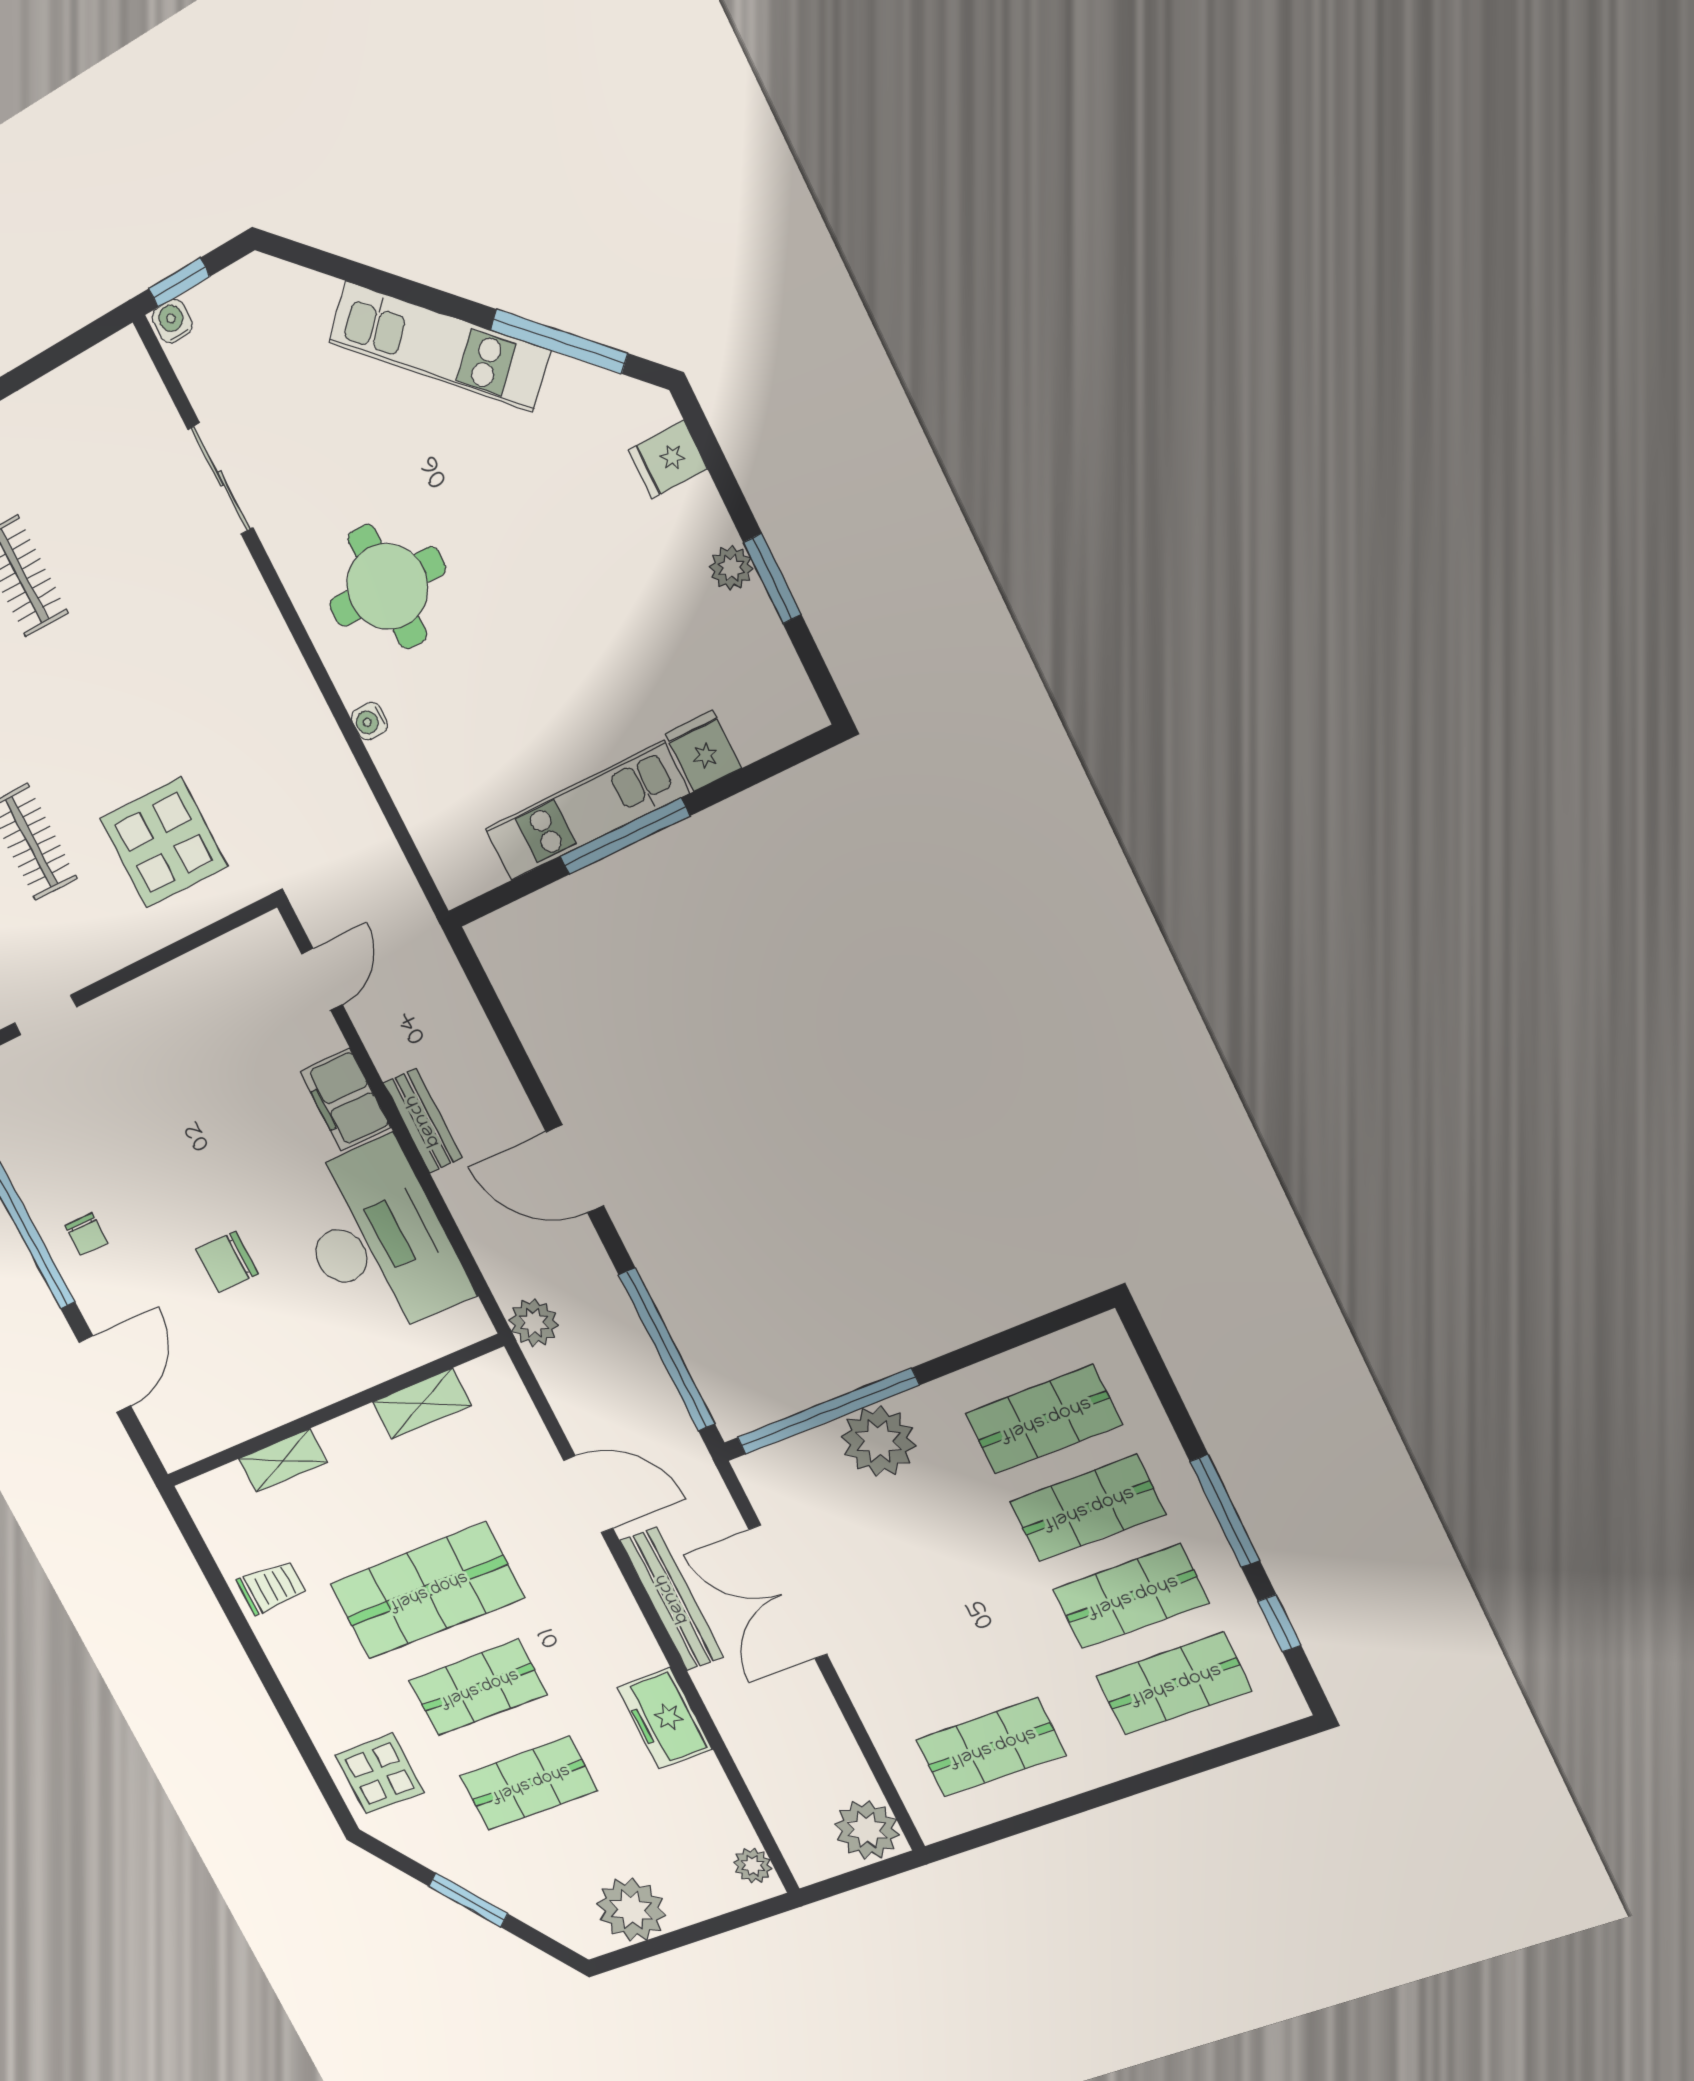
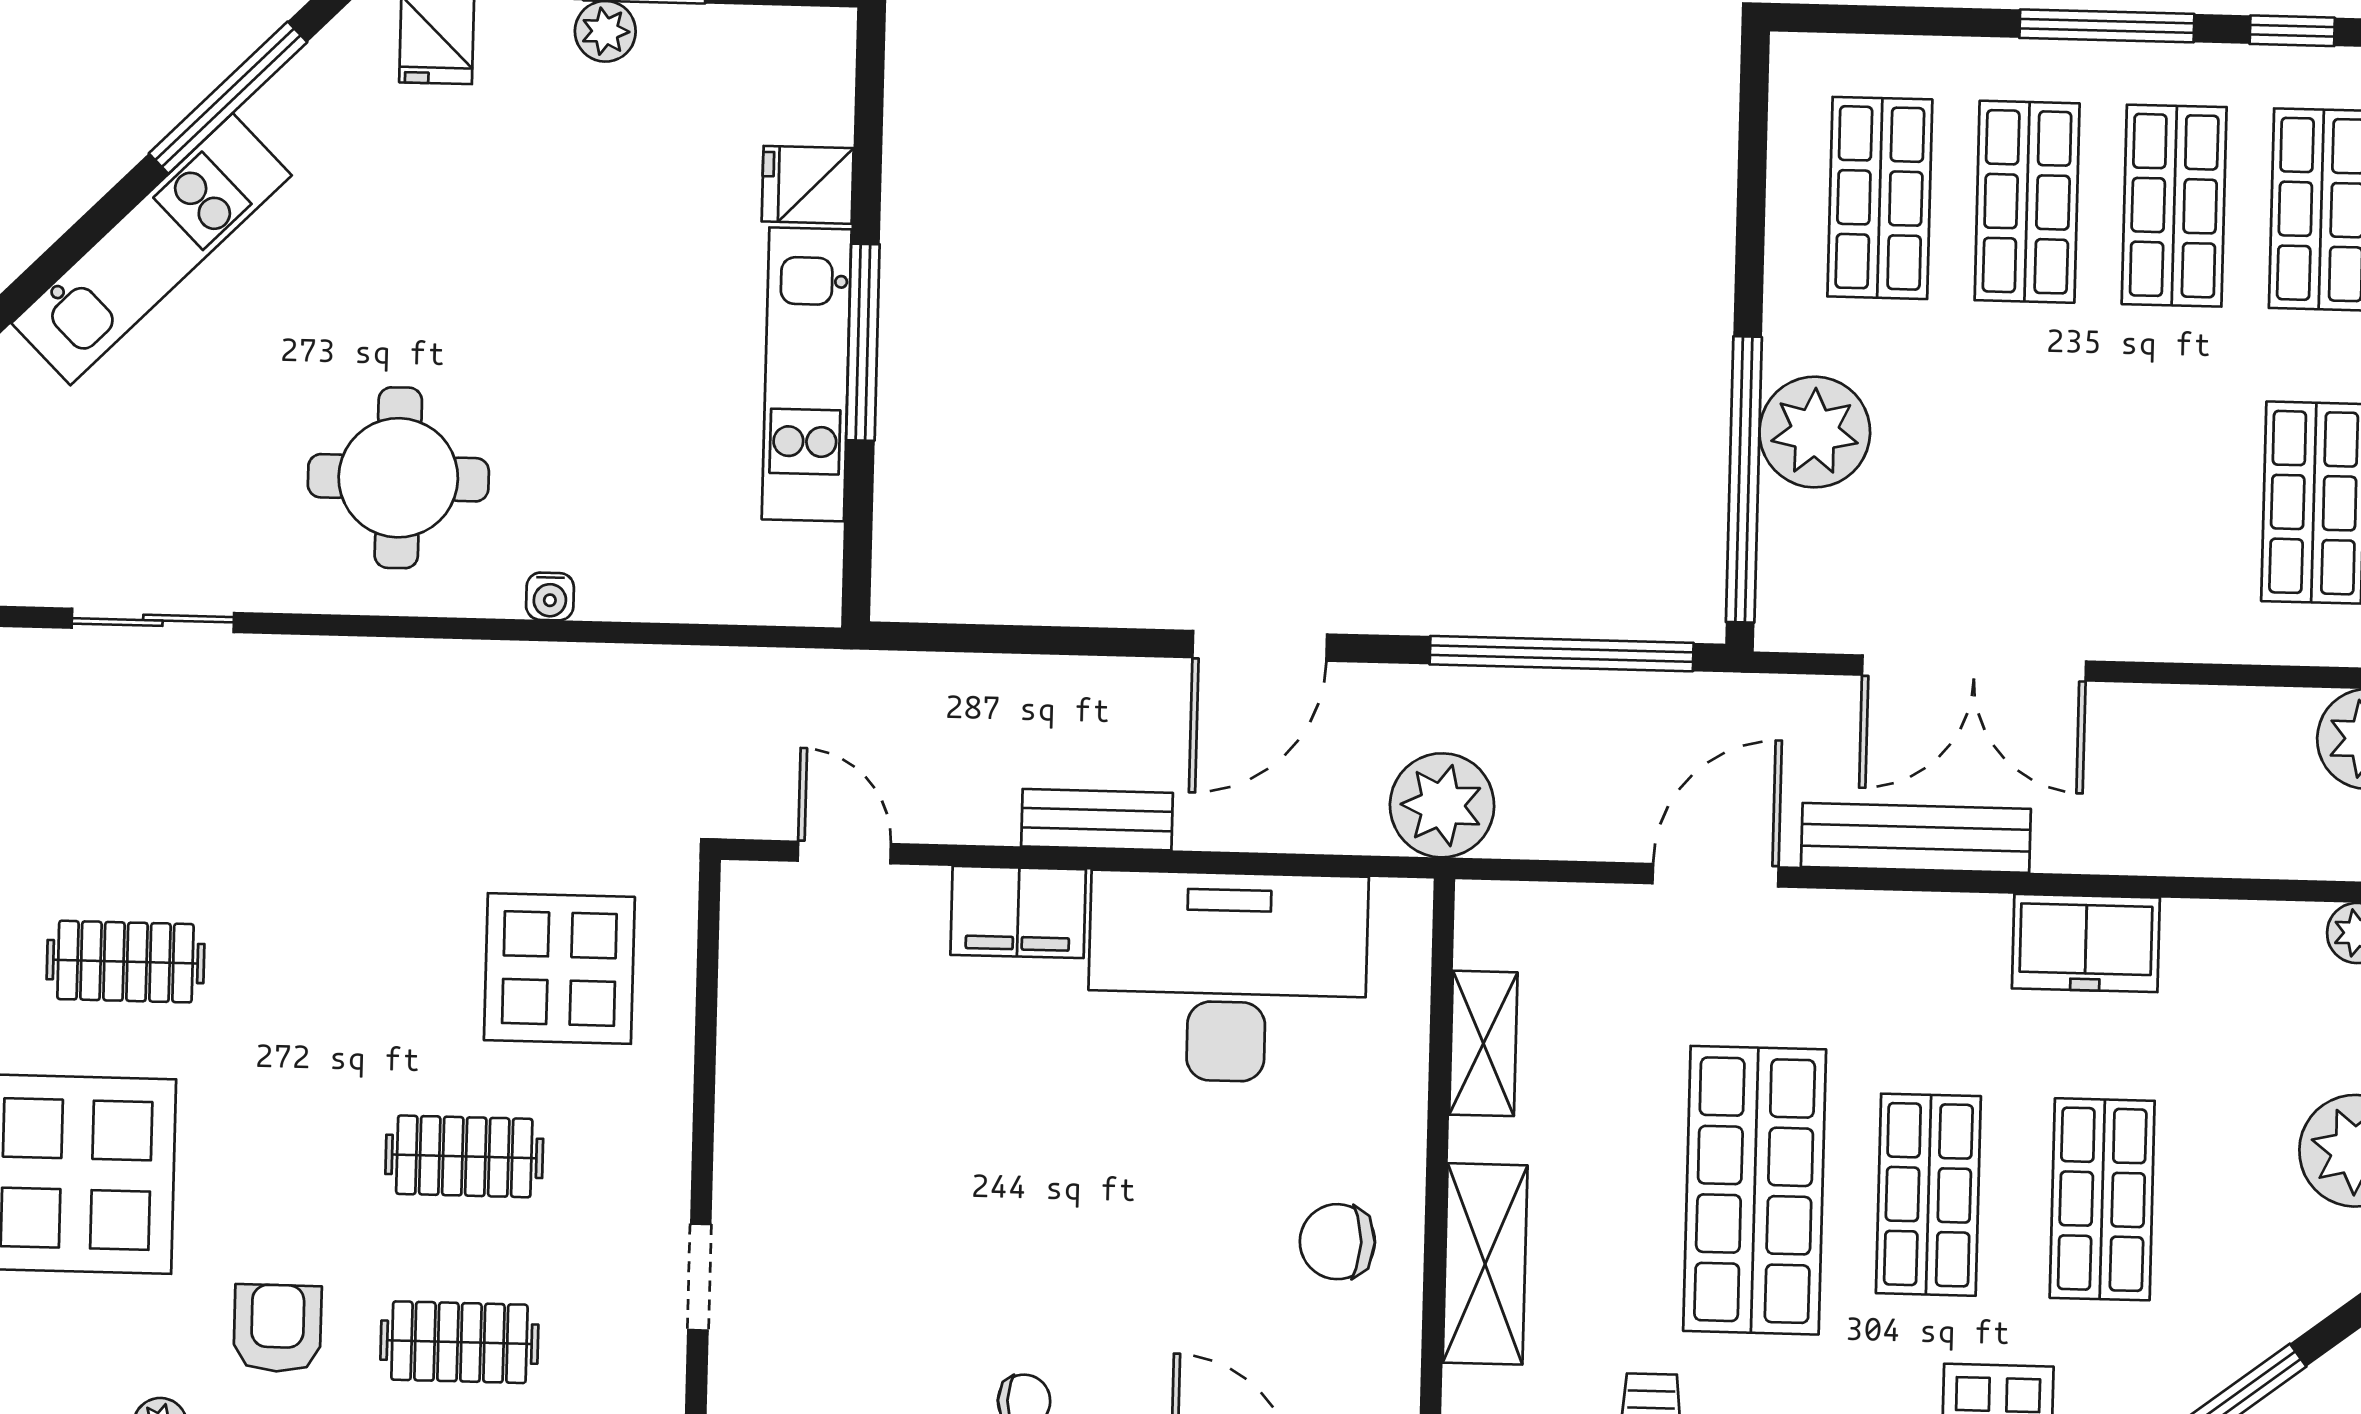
chair: (227, 1262) -> (1337, 1242), moved, turned 90
plant: (534, 1323) -> (1442, 805), width x1.36, depth x1.36
shelving: (283, 1460) -> (1485, 1264), width x1.50, depth x1.33

